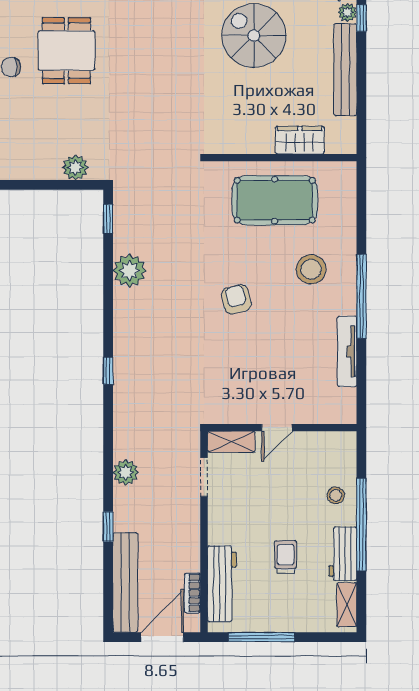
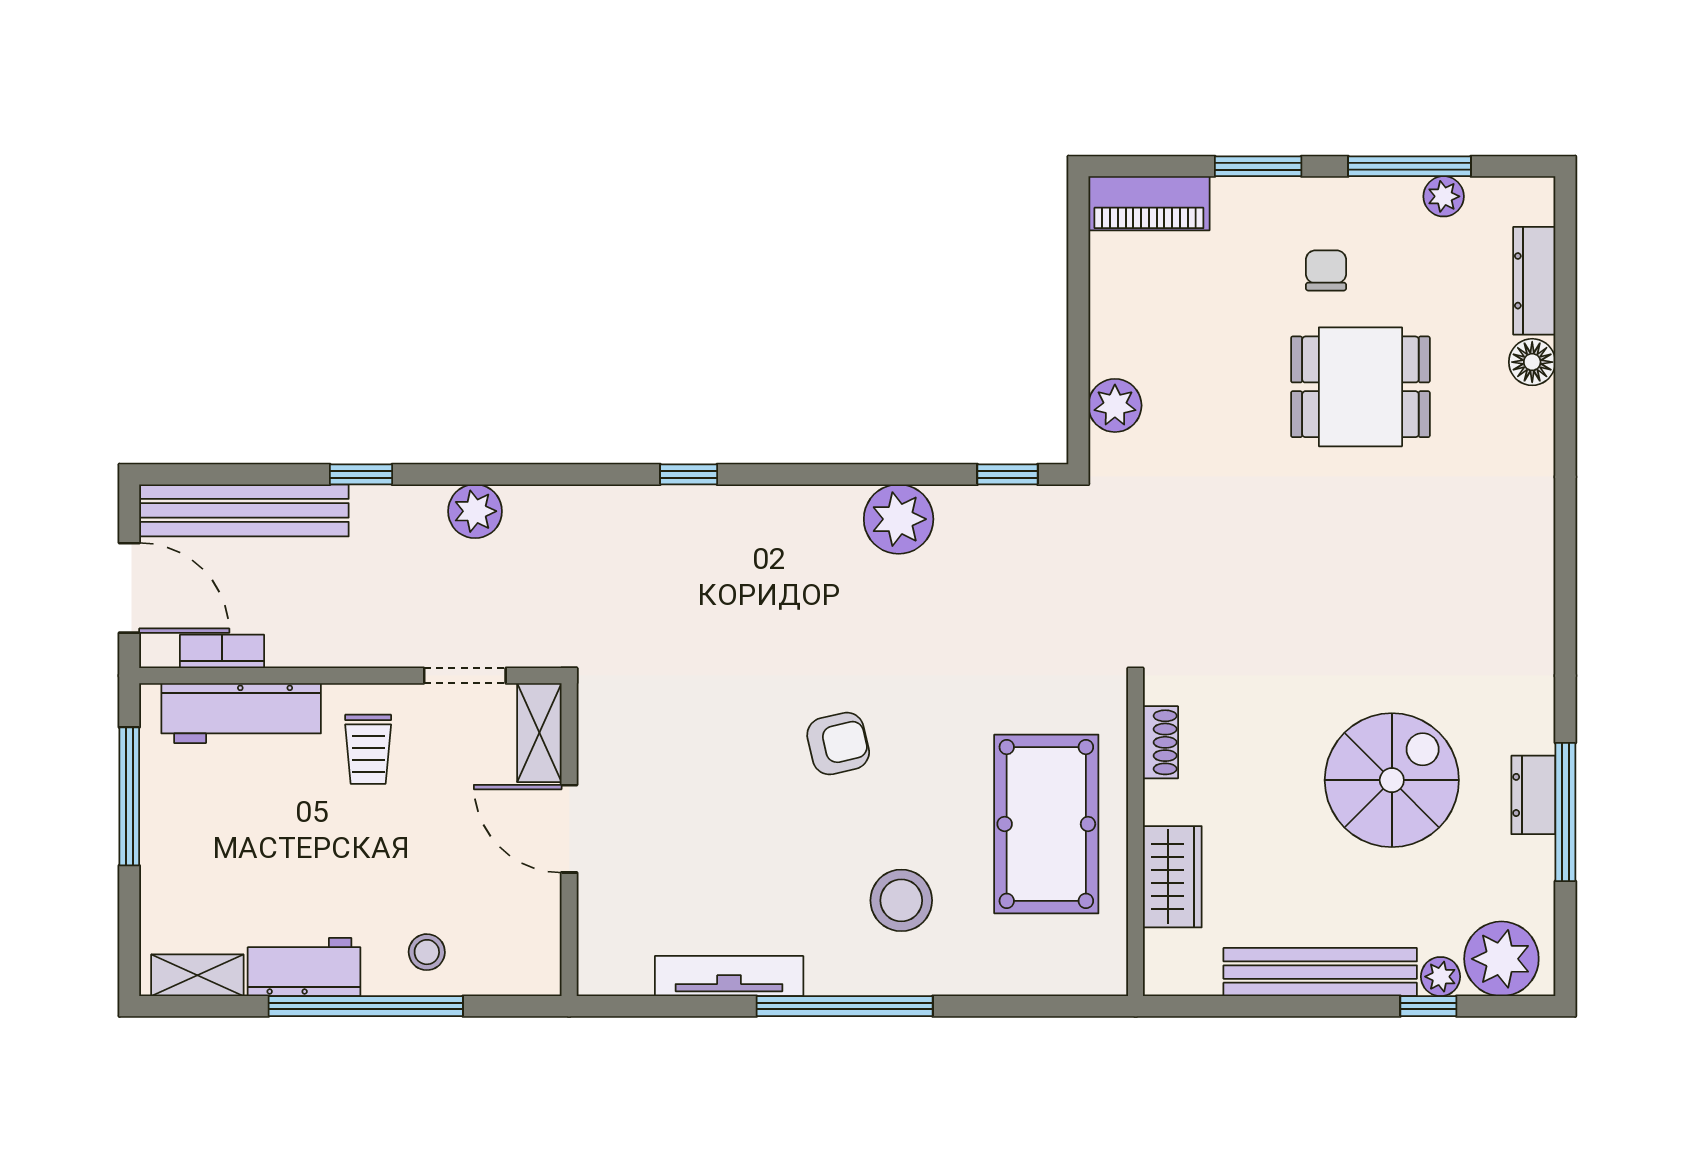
shoe rack: (236, 146) -> (1161, 742), added
door: (277, 428) -> (569, 829), width x1.37
trolley: (286, 557) -> (368, 749), moved, turned 90

